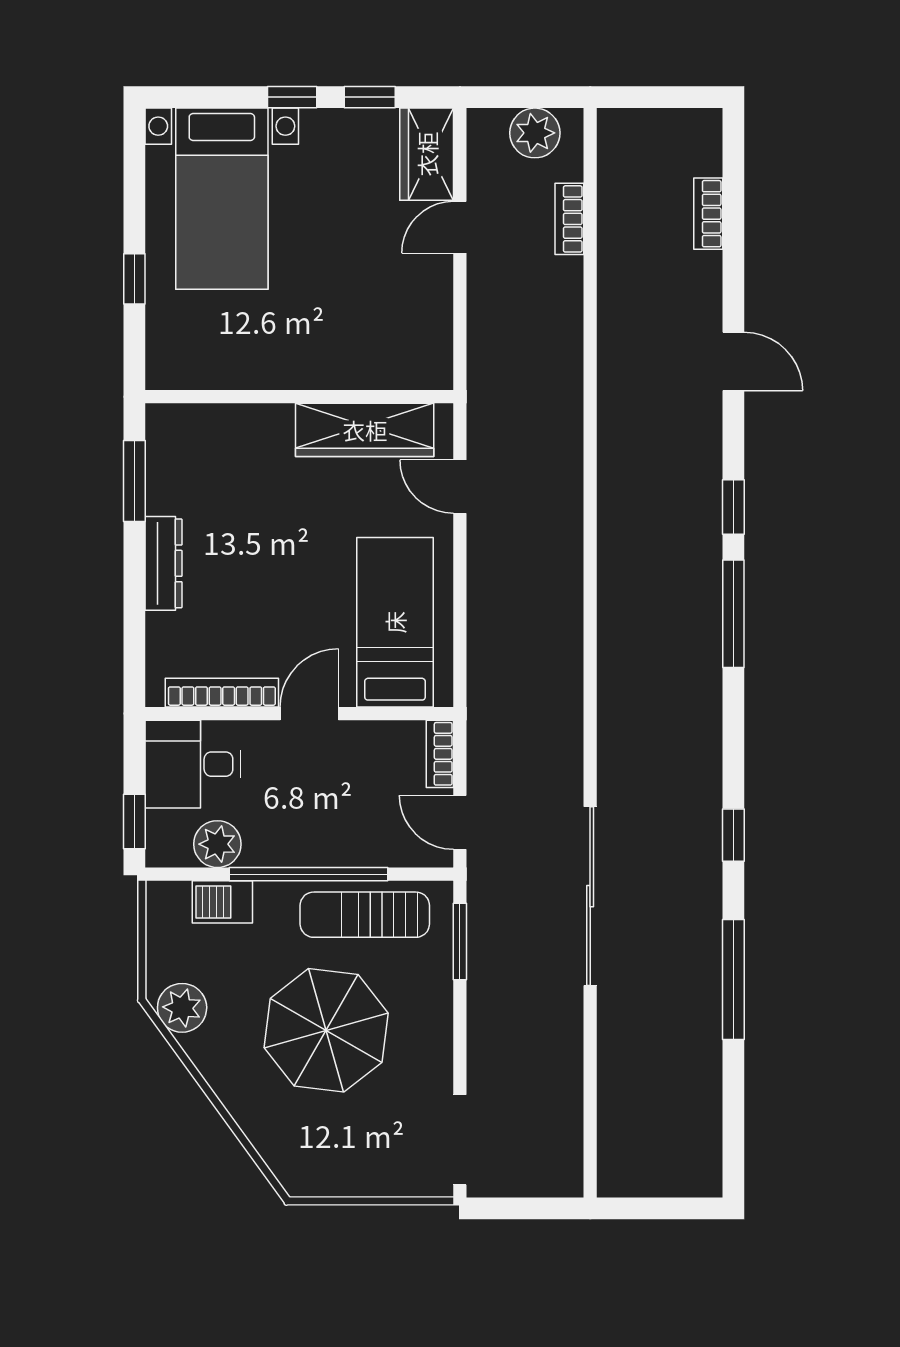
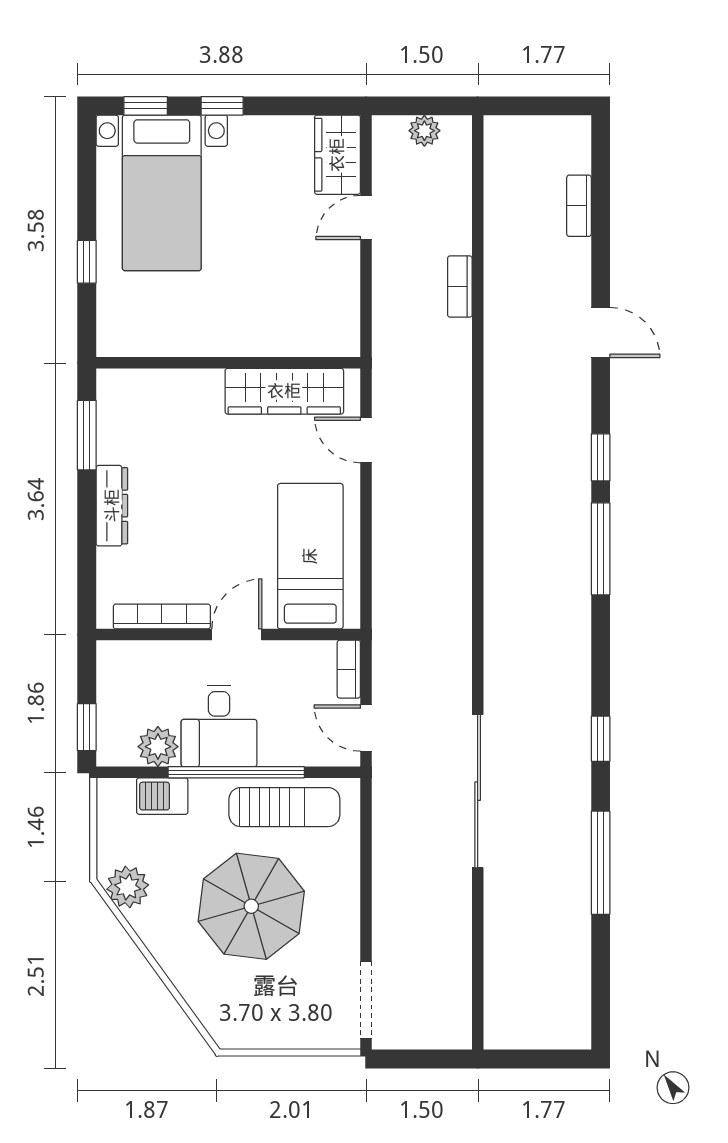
window: (370, 97) -> (146, 106), moved
plant: (535, 133) -> (424, 131), width x0.73, depth x0.73
bookcase: (569, 219) -> (460, 287), moved
desk: (193, 764) -> (219, 726), moved, turned -90
sun lounger: (365, 915) -> (284, 807), turned 180
window: (460, 941) -> (366, 830), removed

